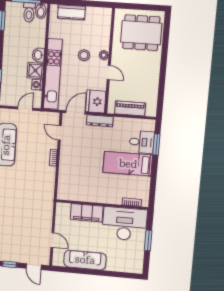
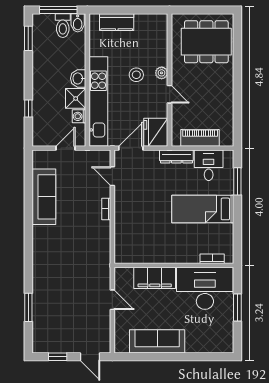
dresser: (100, 121) -> (176, 156), moved
desk: (142, 142) -> (209, 165), moved, turned -90
door: (52, 240) -> (112, 300), moved

